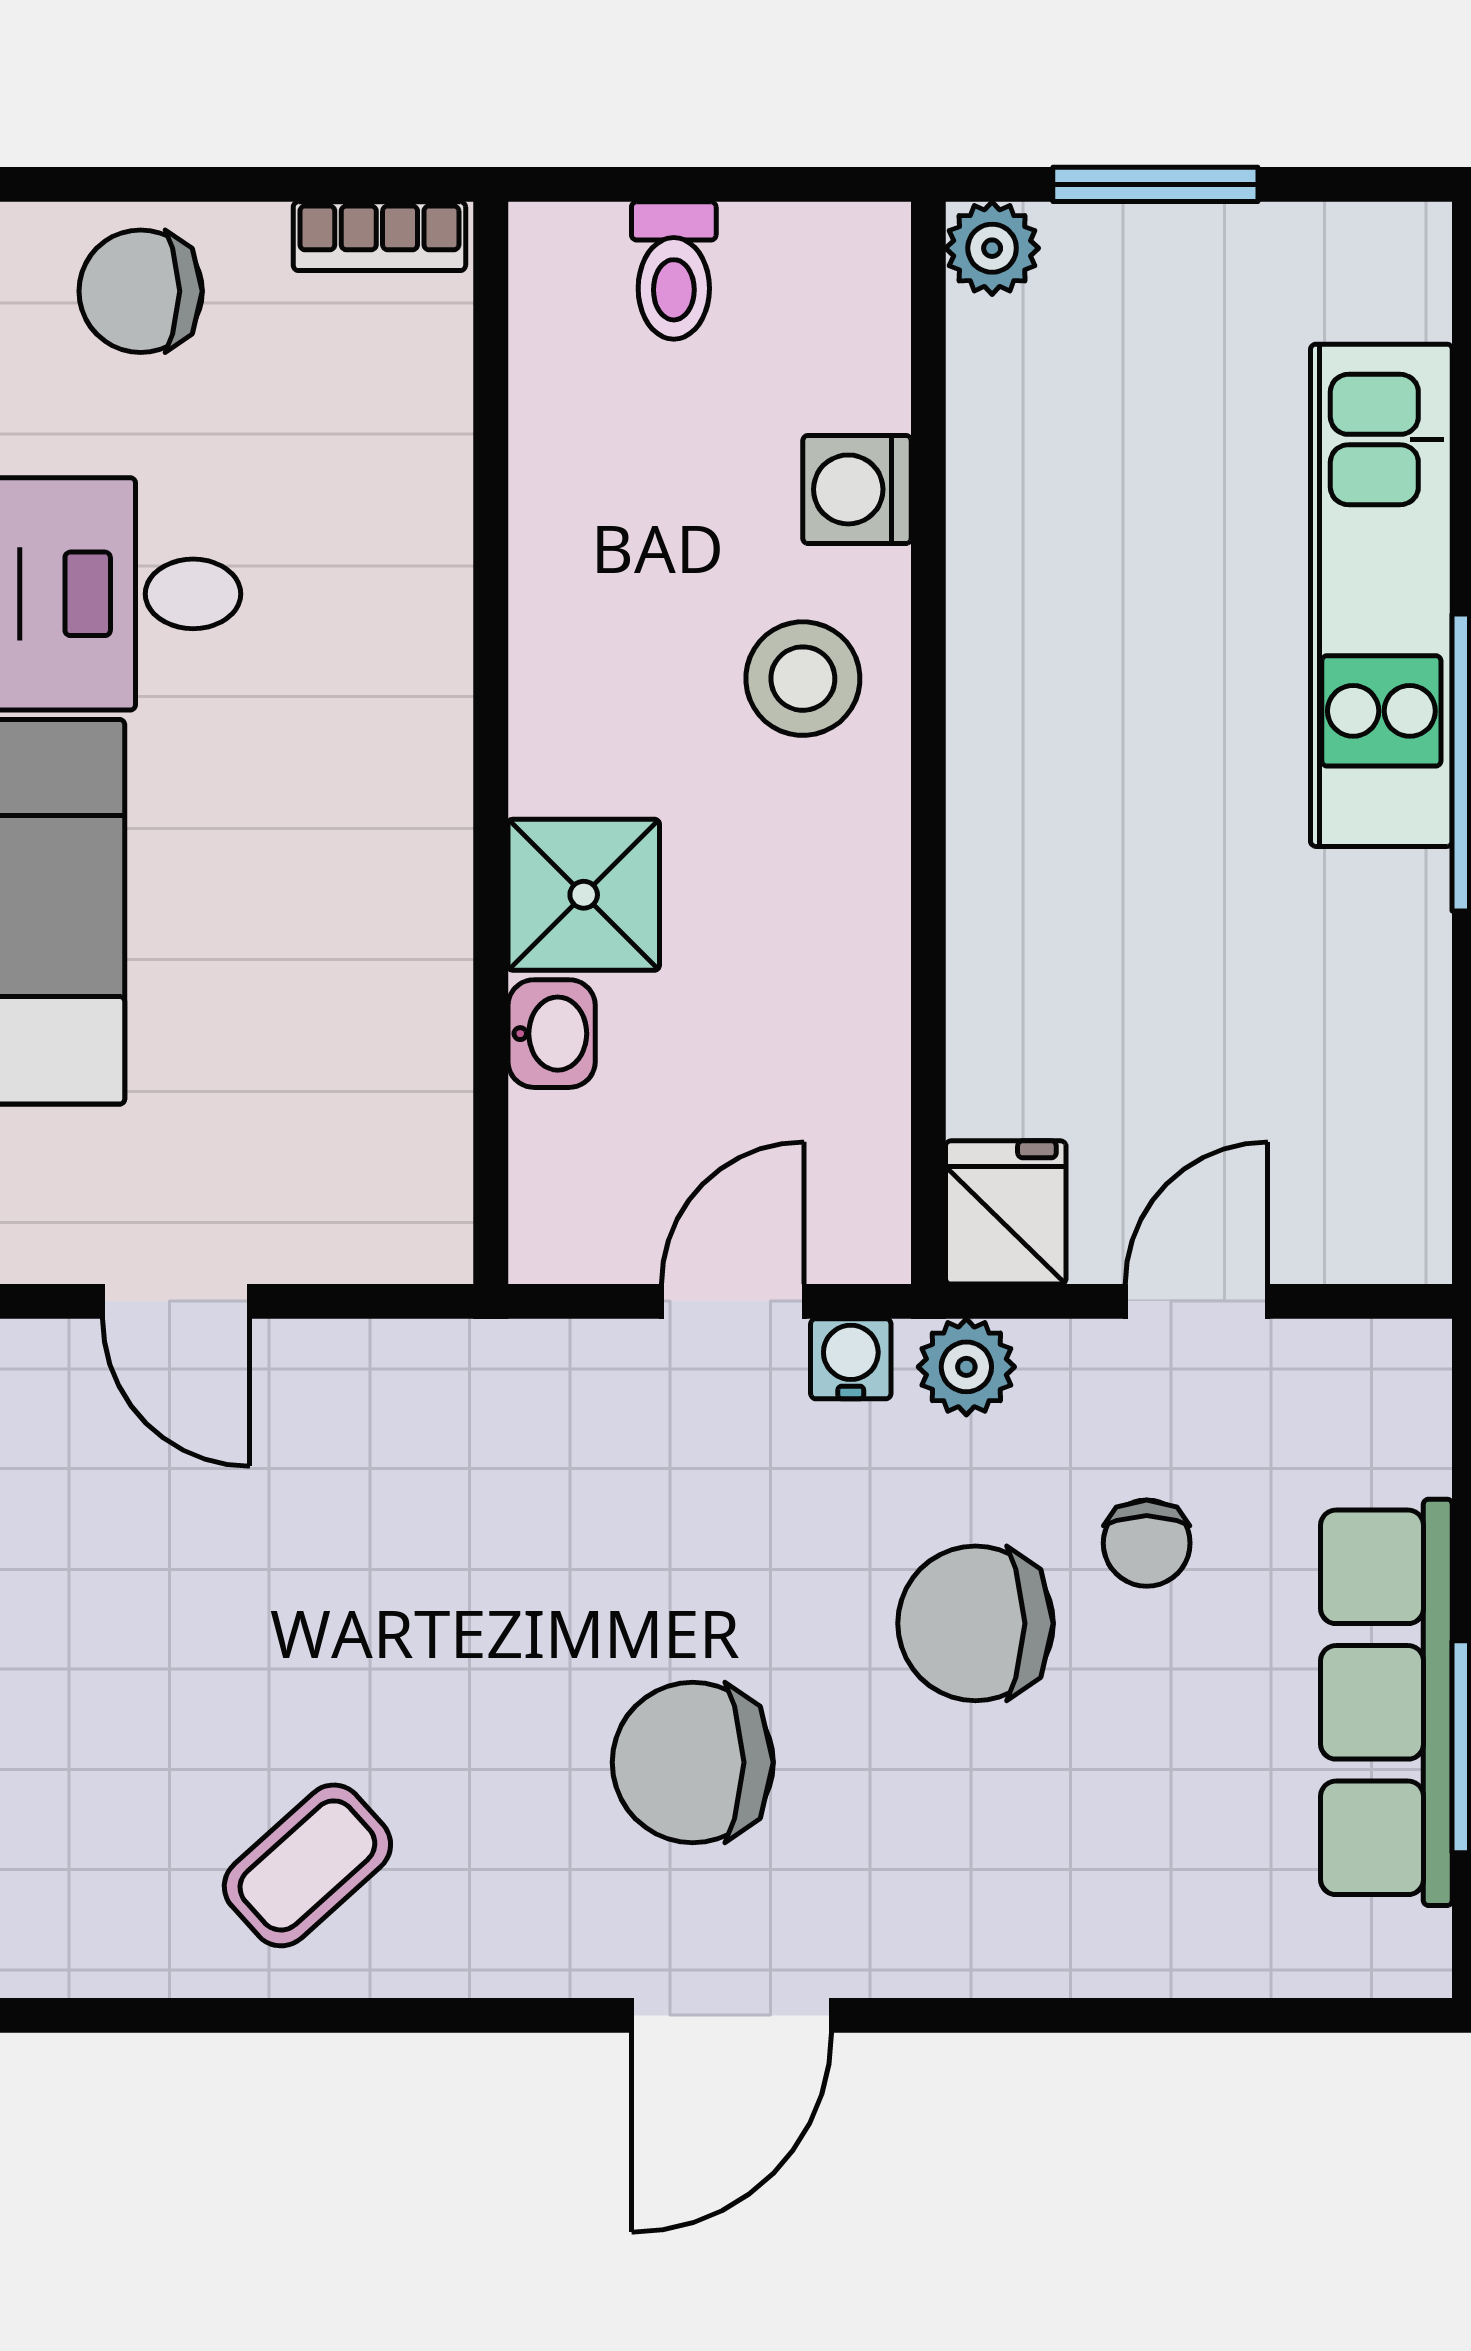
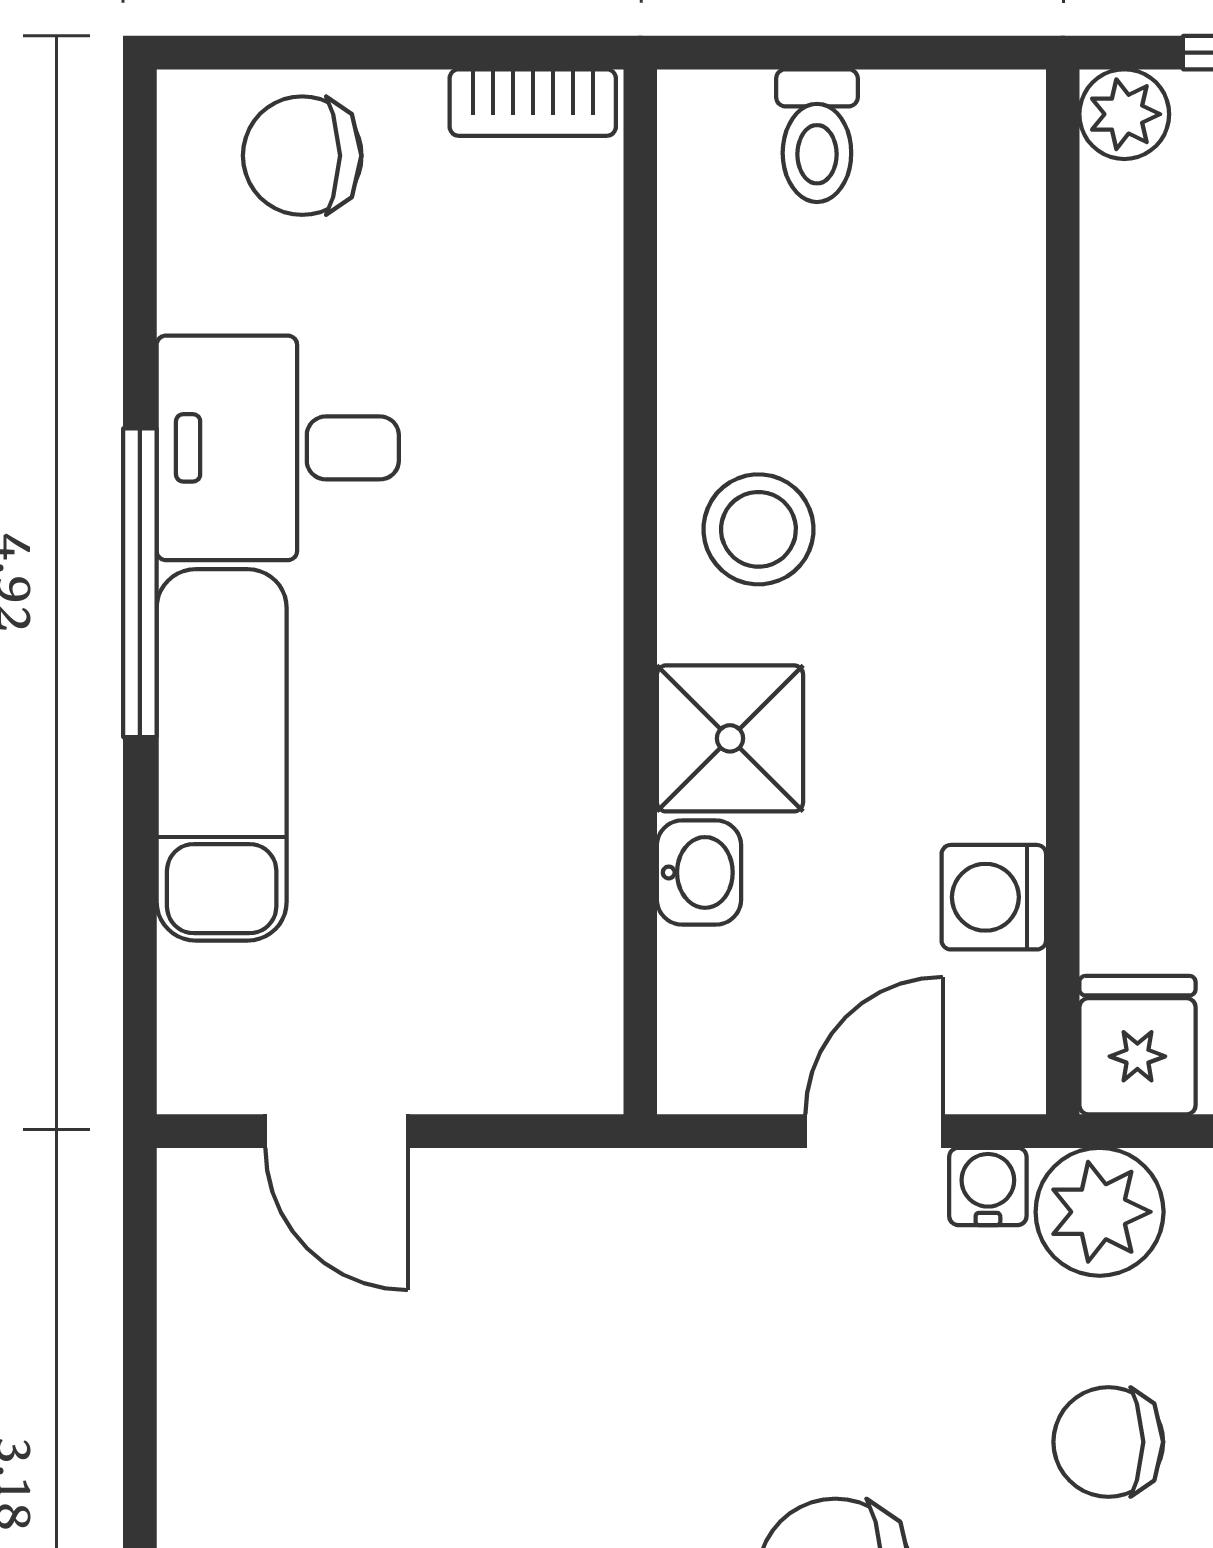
washing machine: (857, 489) -> (994, 897), moved
stool: (803, 679) -> (758, 529), moved
plant: (966, 1367) -> (1100, 1212), width x1.38, depth x1.38
chair: (976, 1623) -> (1108, 1442), width x0.73, depth x0.73

